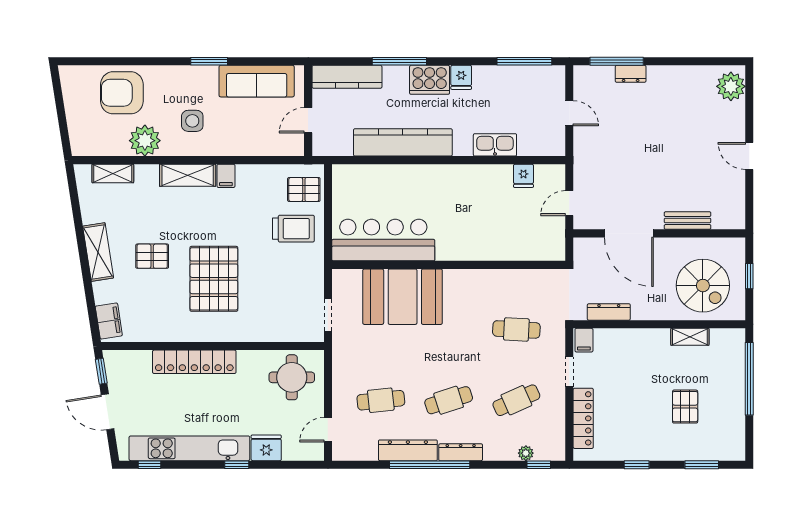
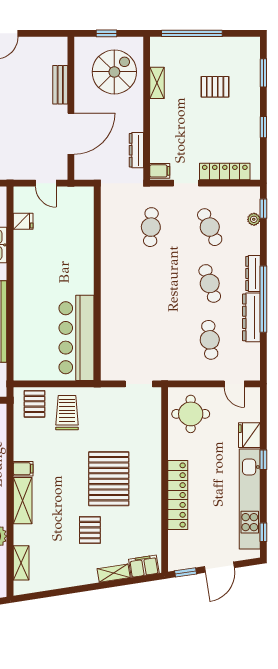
shelving: (98, 252) -> (114, 573), moved, width x0.67, depth x0.75
pallet: (214, 279) -> (109, 479), turned 90
booth: (403, 297) -> (124, 322), removed

